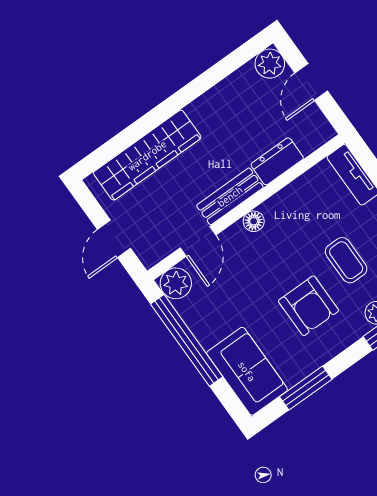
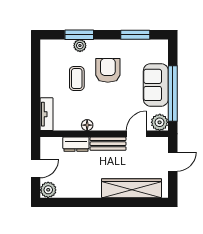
floor lamp: (254, 221) -> (87, 125), moved
sofa: (247, 371) -> (156, 85), moved

